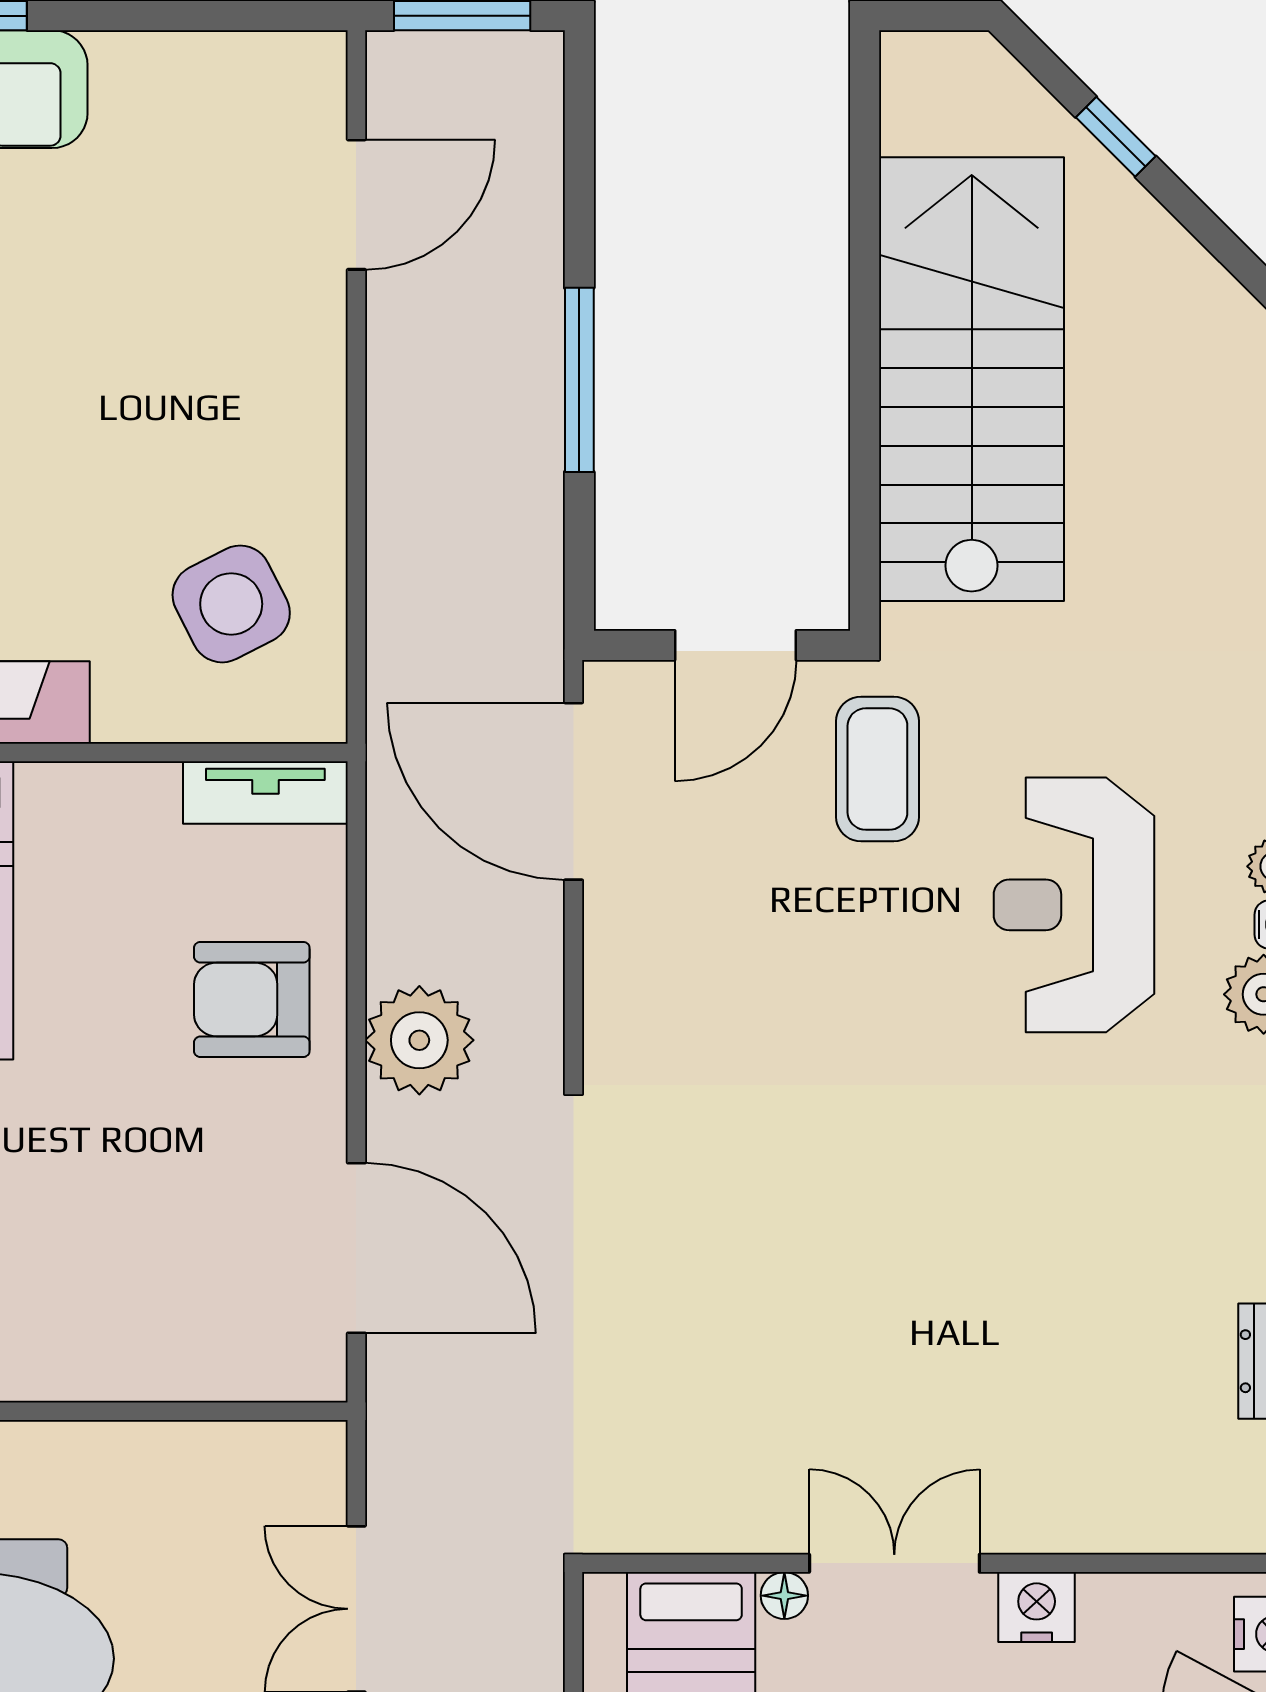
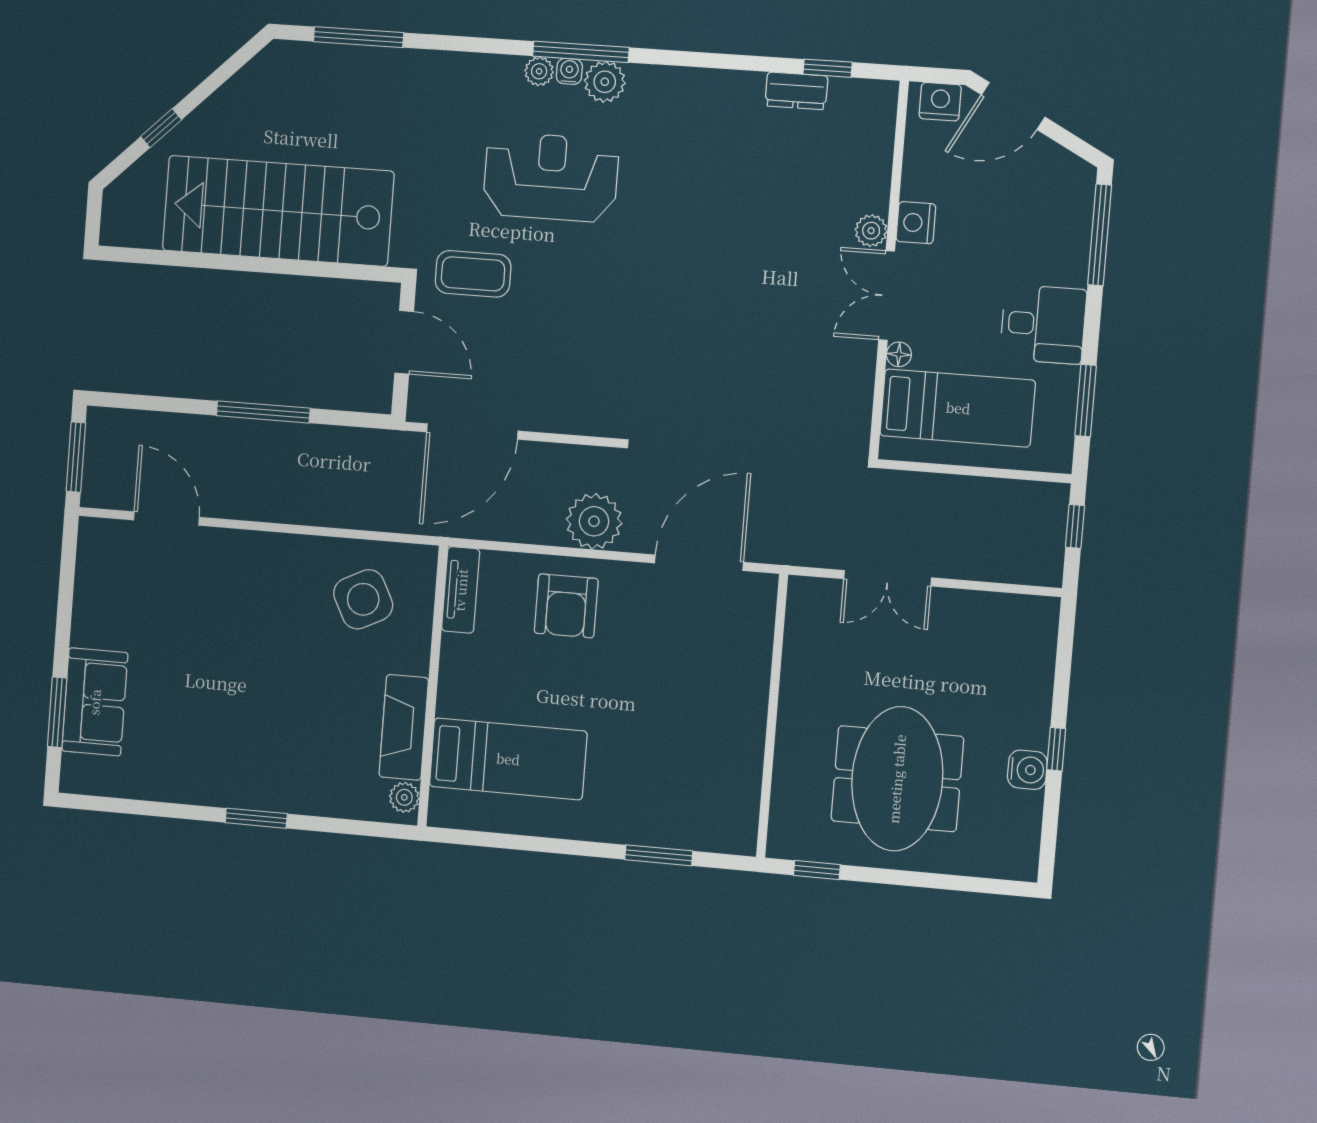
reception desk: (1074, 905) -> (551, 177), turned 180
plant: (1015, 1524) -> (871, 231), added

